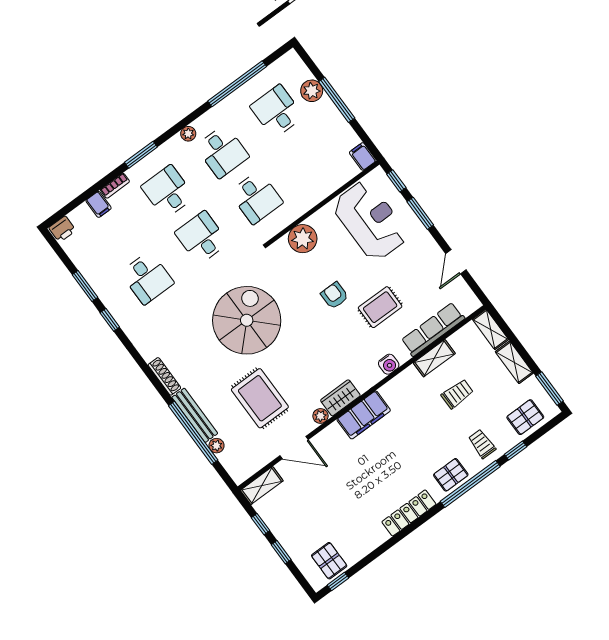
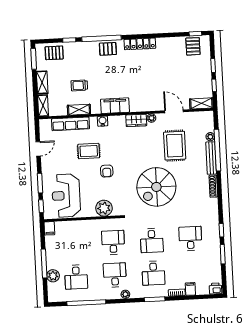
filing cabinet: (364, 415) -> (115, 106), moved
trolley: (482, 444) -> (83, 54), removed

